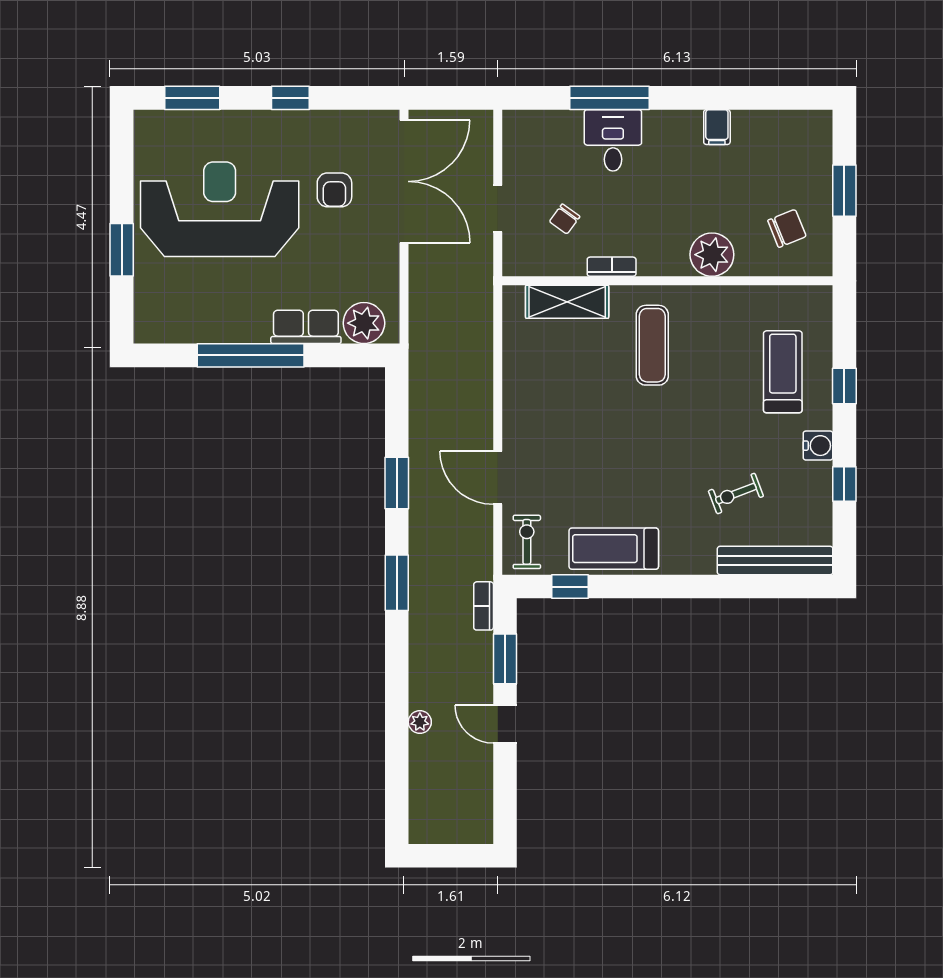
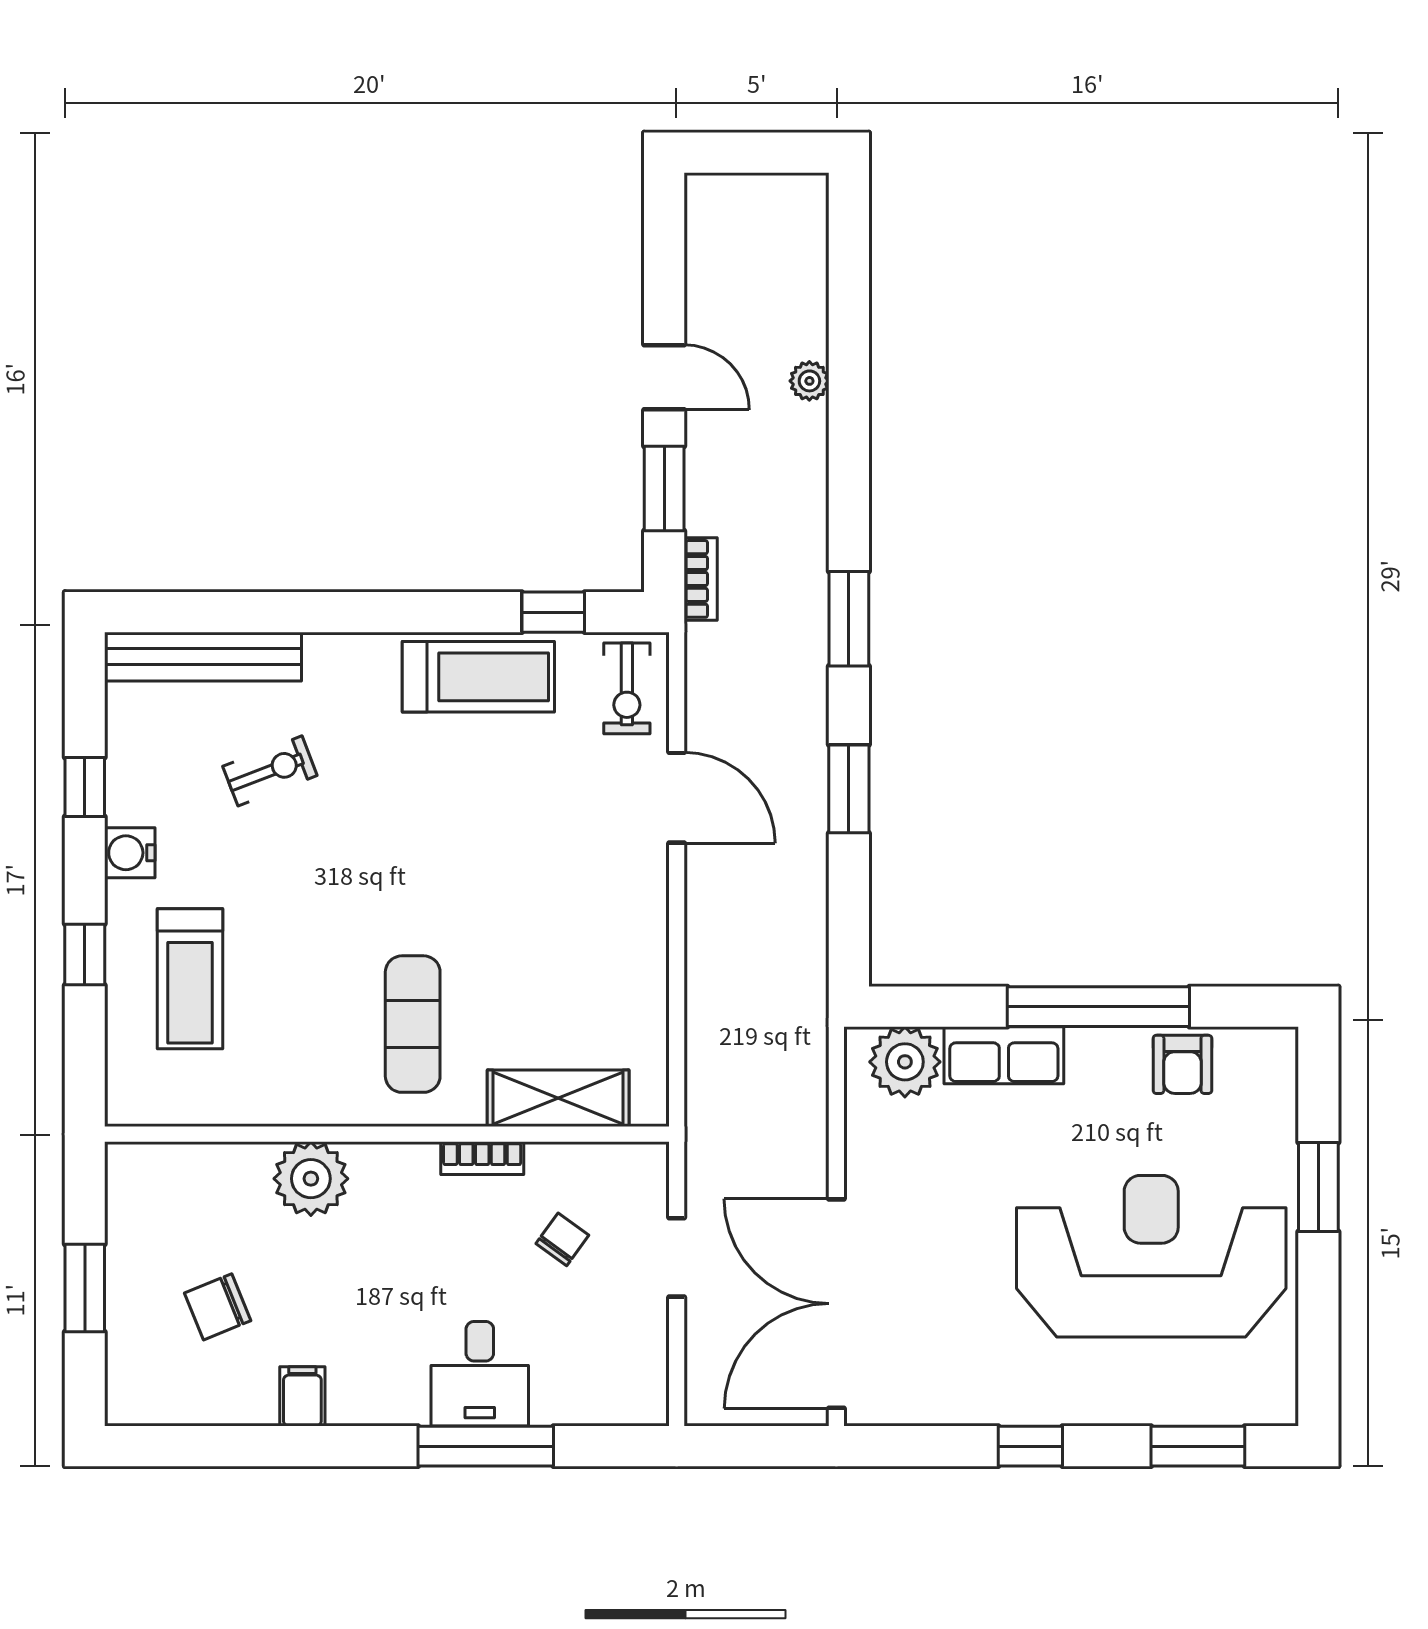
armchair: (334, 190) -> (1182, 1064), moved, turned 180
reception desk: (220, 209) -> (1151, 1256), turned 180
chair: (787, 228) -> (218, 1307), moved

